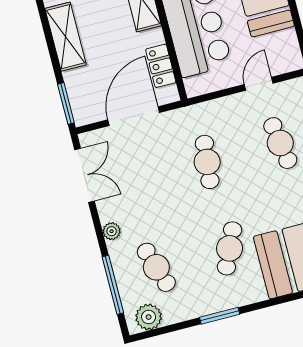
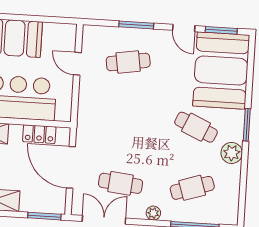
cafe table: (207, 162) -> (121, 183), moved
window: (220, 316) -> (247, 125), moved
plant: (149, 317) -> (232, 153), moved

